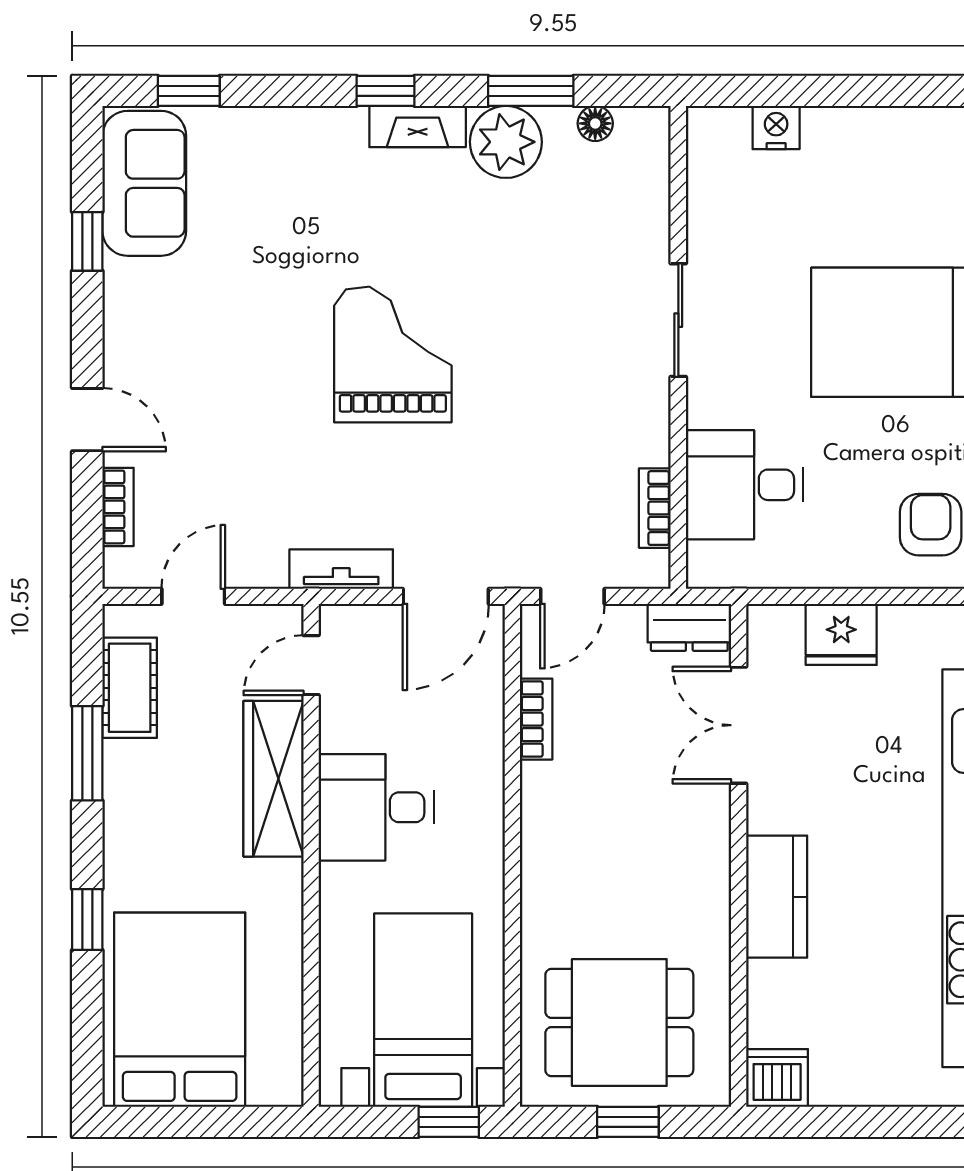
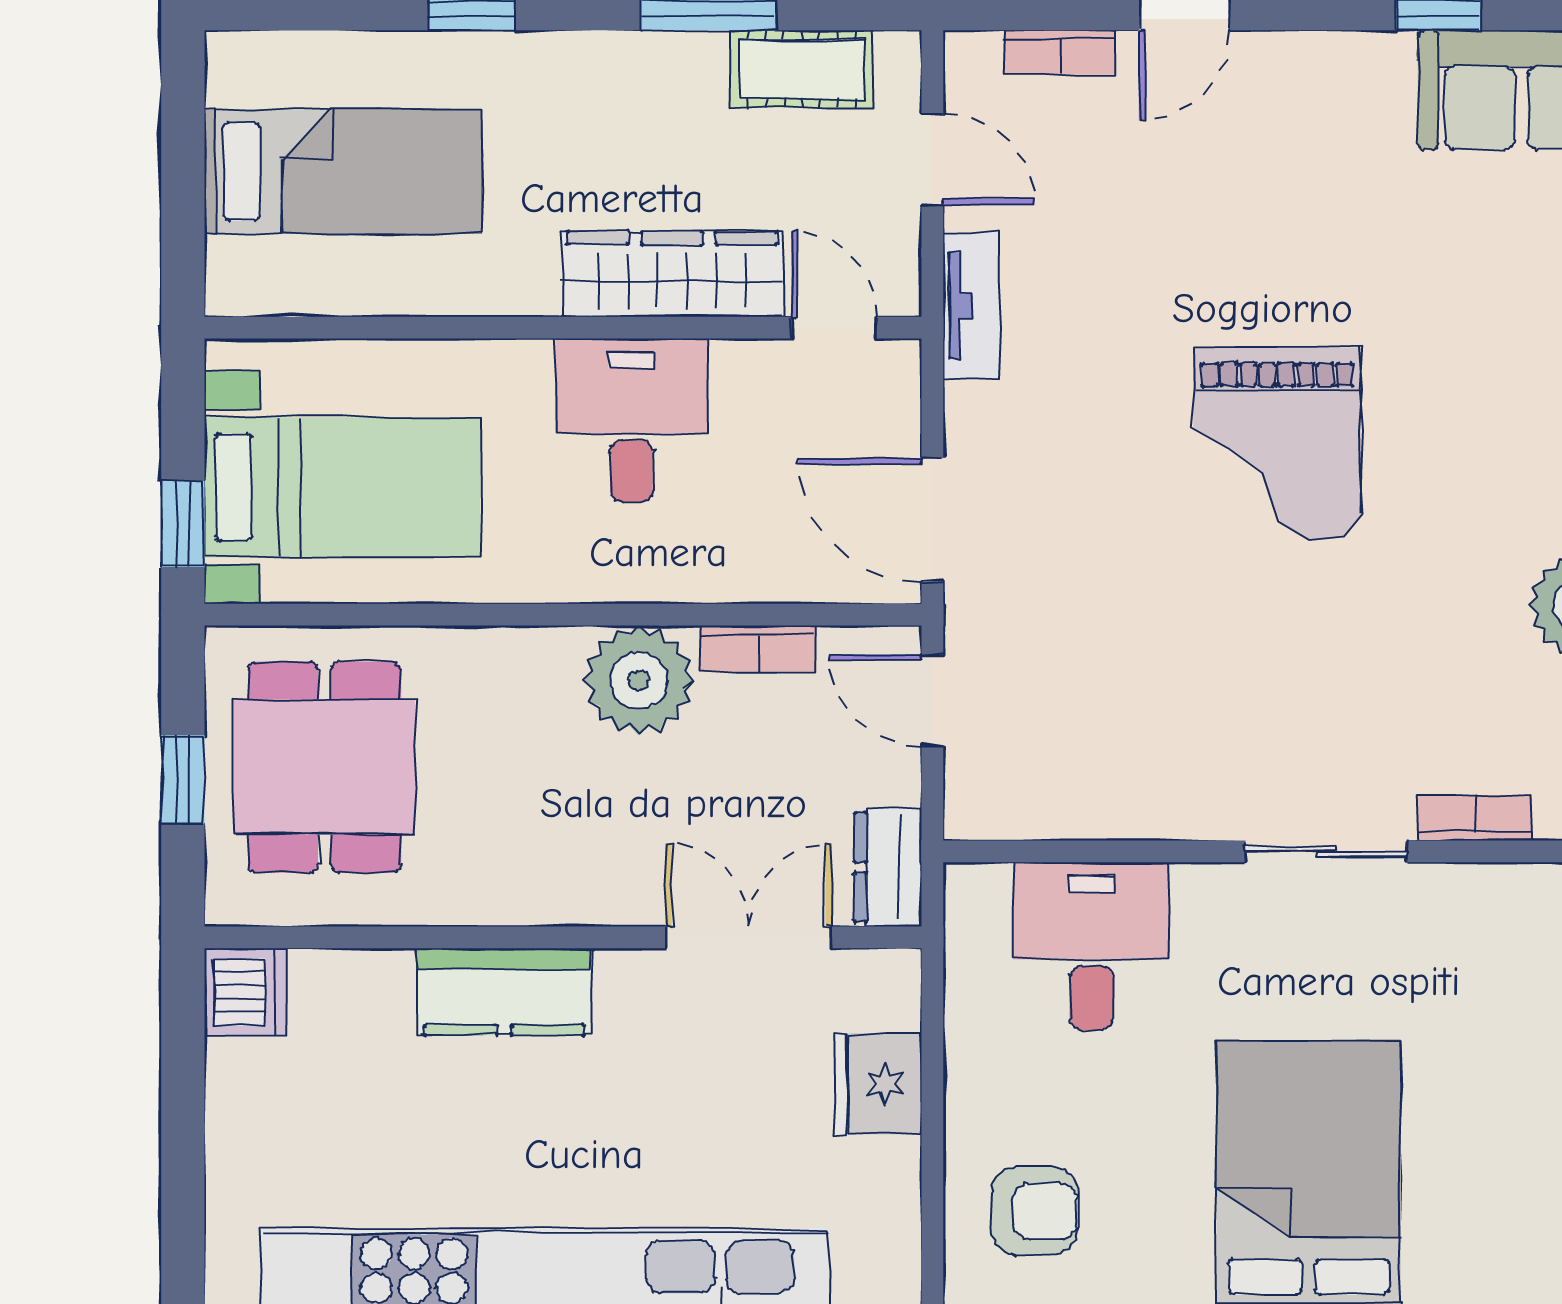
grand piano: (393, 355) -> (1277, 444), turned 90
bookcase: (655, 508) -> (1475, 818), moved
tv unit: (341, 569) -> (971, 306), moved
plant: (558, 802) -> (639, 680), added
bed: (180, 1010) -> (343, 171), width x0.67

